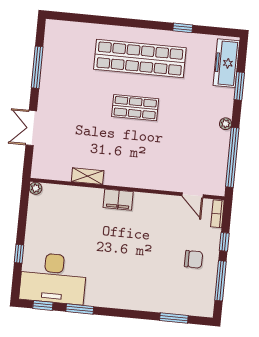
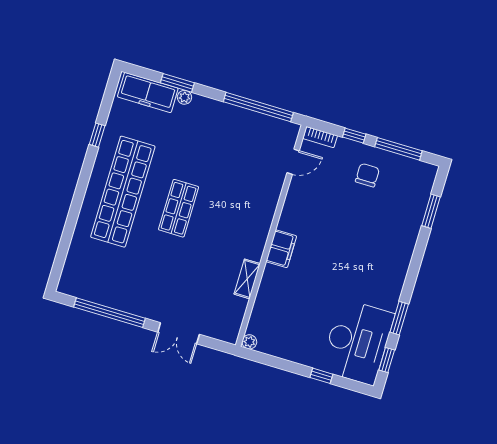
window: (37, 67) -> (109, 313), width x1.46
plant: (226, 124) -> (184, 97), moved

